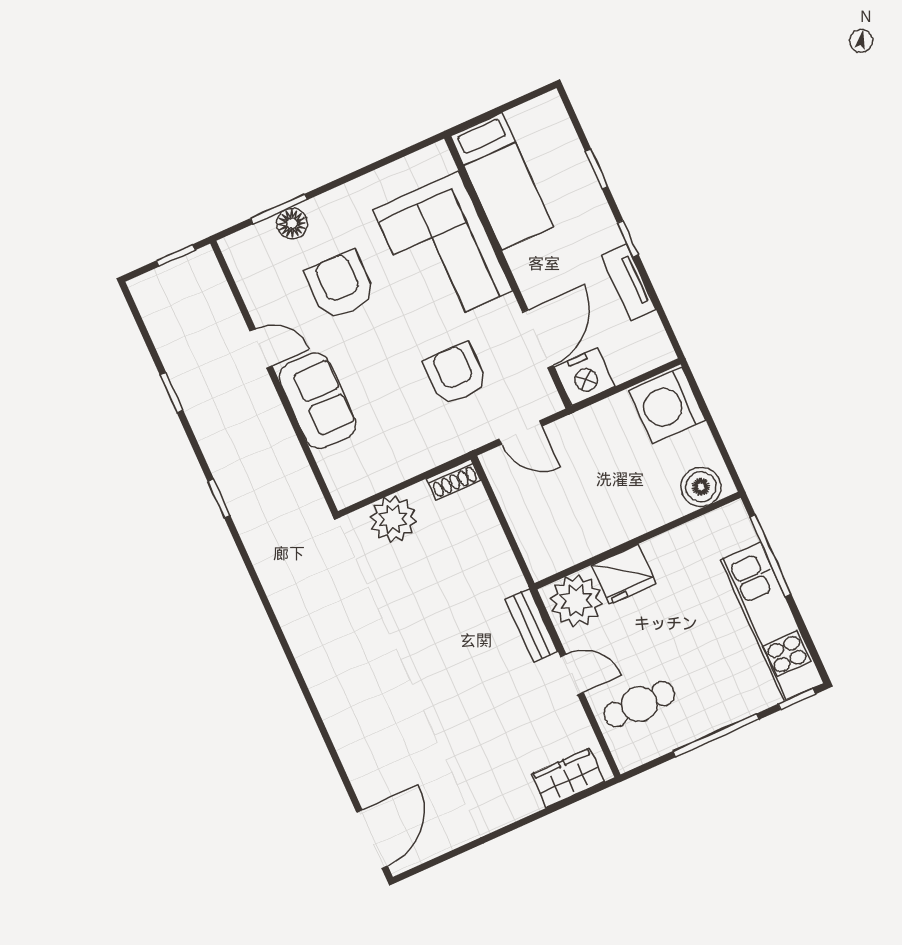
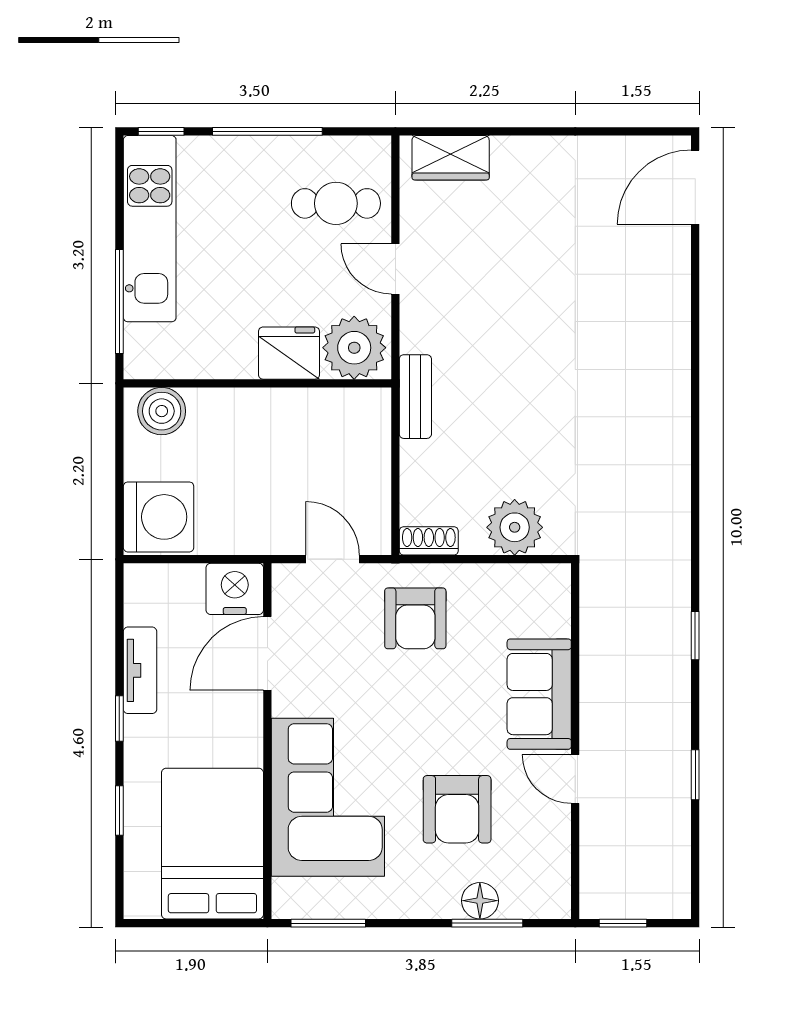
window: (400, 155) -> (328, 923), added
bed: (502, 181) -> (212, 844), width x1.50
armchair: (456, 374) -> (415, 618), moved
bench: (531, 625) -> (415, 397), moved

